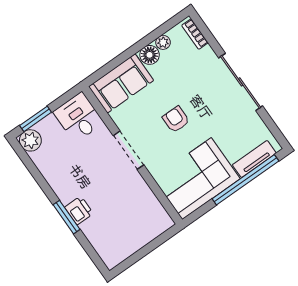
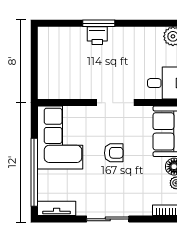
sliding door: (241, 82) -> (108, 219), width x0.73
tv unit: (254, 159) -> (57, 208), moved, turned -90

